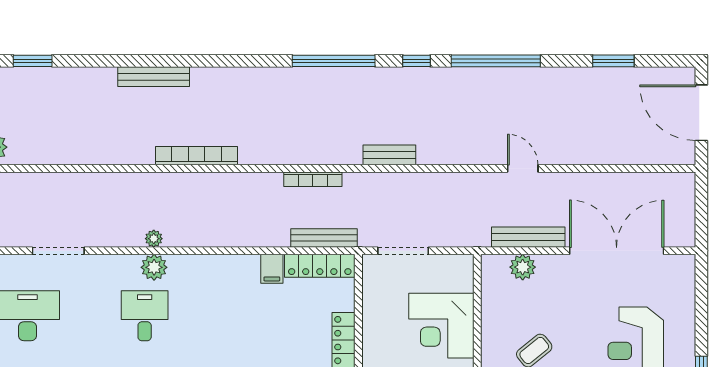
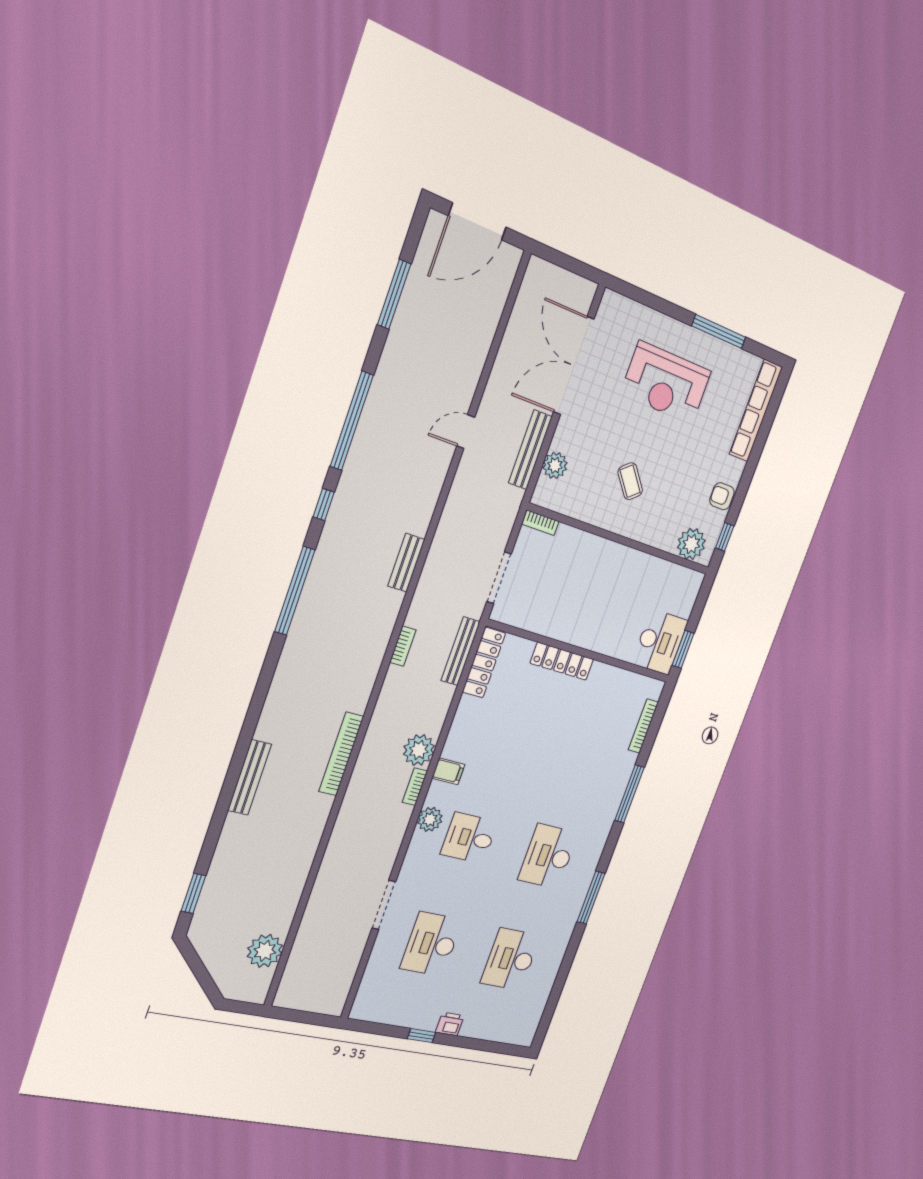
window: (613, 61) -> (394, 294), width x1.44
bookcase: (313, 179) -> (403, 646), width x0.64
plant: (154, 239) -> (419, 750), moved, width x1.88, depth x1.88
bookcase: (183, 240) -> (415, 787), added
filing cabinet: (272, 269) -> (448, 771), moved
bookcase: (466, 273) -> (540, 523), added
corner desk: (441, 326) -> (577, 563), removed

